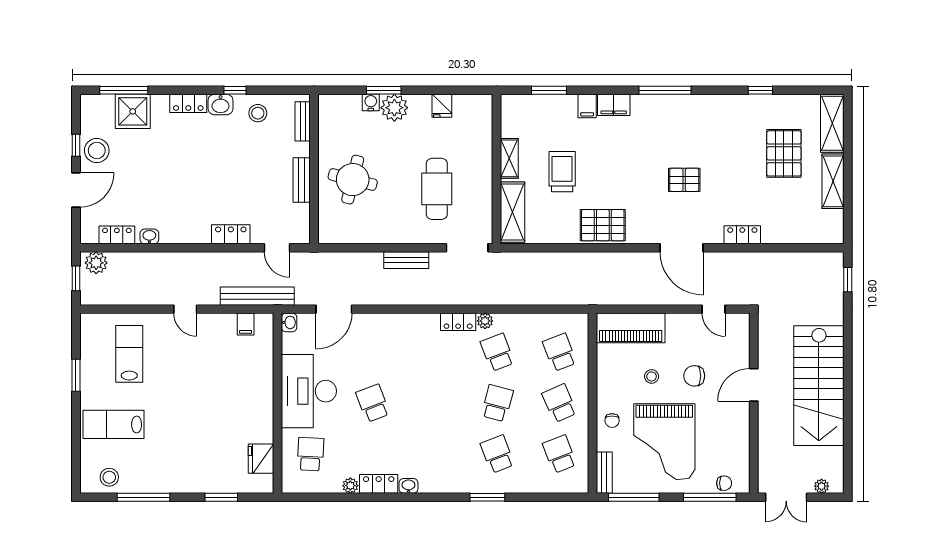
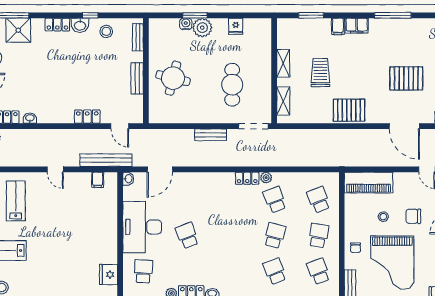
pallet: (684, 180) -> (406, 78), width x1.50, depth x1.42
shelving: (512, 212) -> (283, 101), width x0.67, depth x0.75
school desk: (560, 403) -> (319, 236), turned 33

